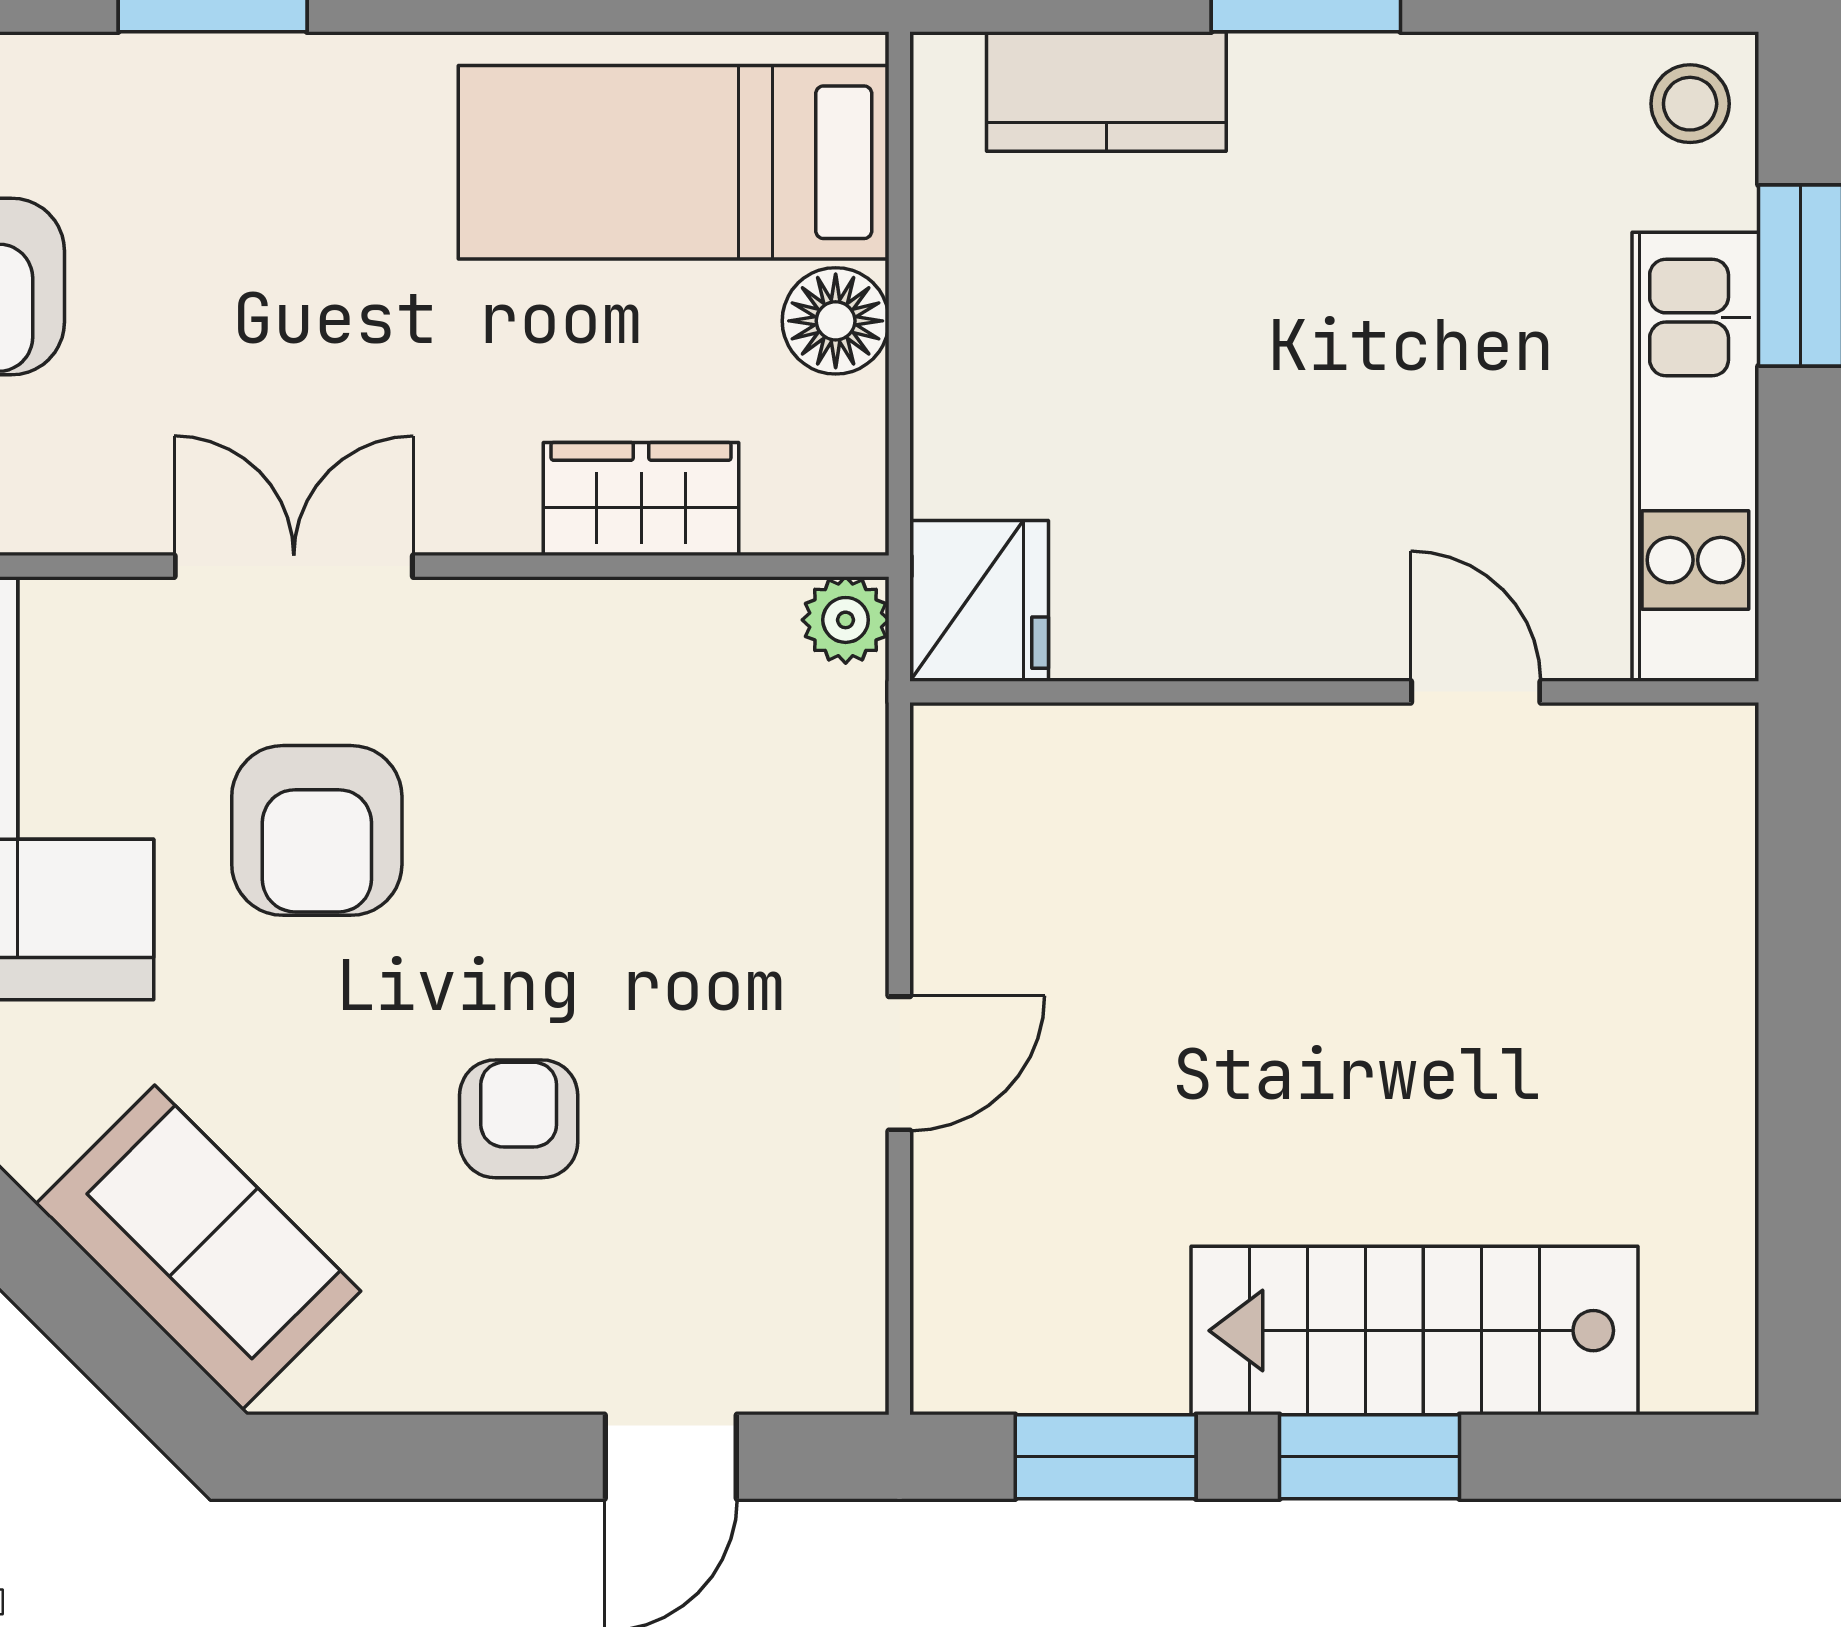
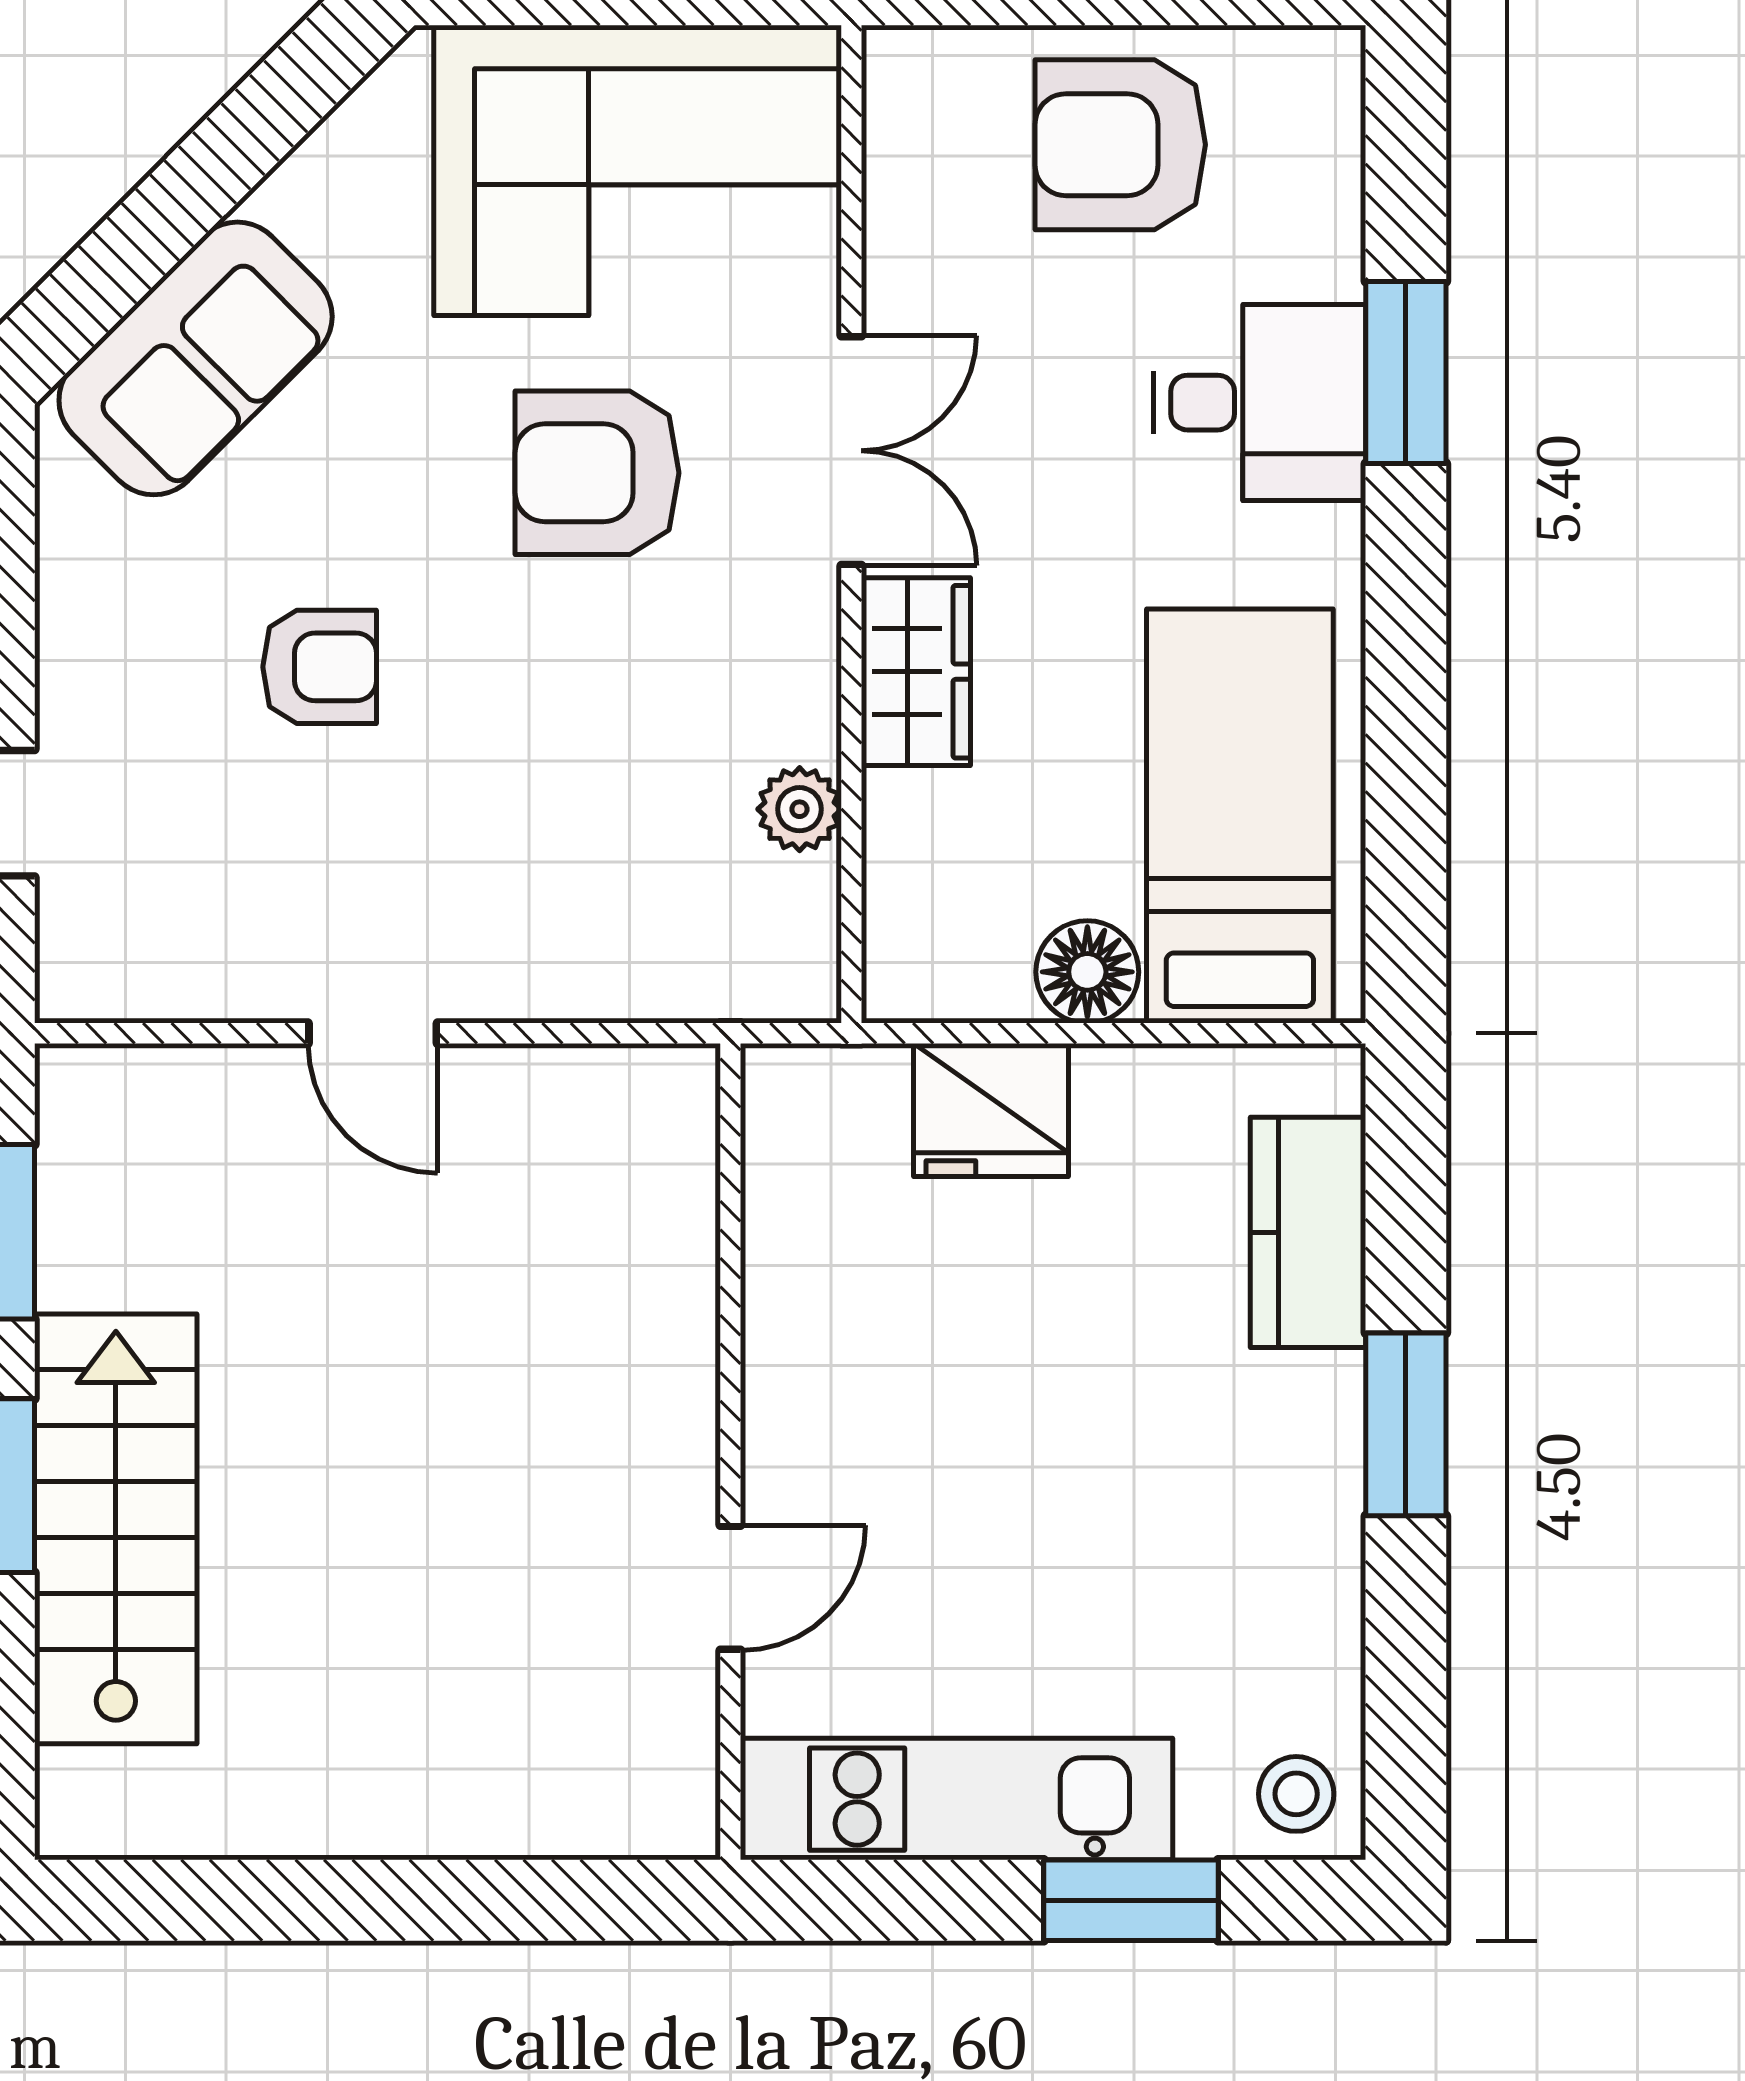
desk: (244, 142) -> (1260, 403), added
wardrobe: (641, 499) -> (916, 672), moved
fridge: (979, 601) -> (991, 1110), moved
plant: (846, 620) -> (800, 809), moved

